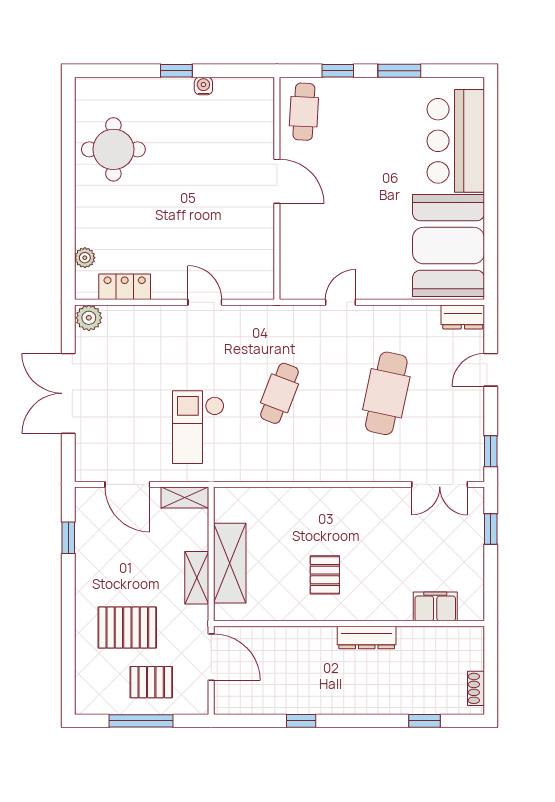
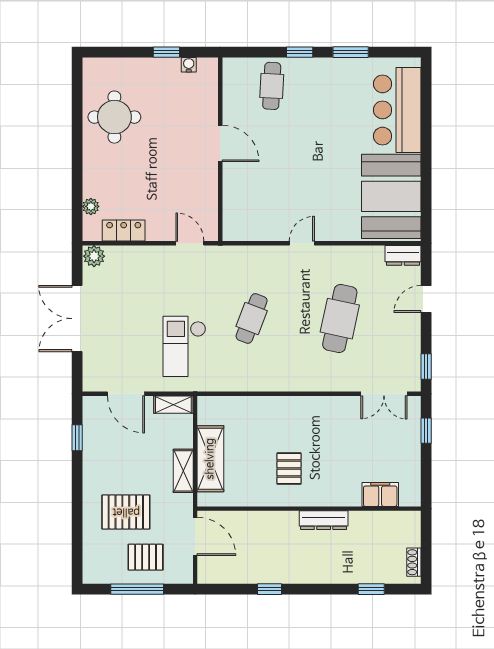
door: (277, 181) -> (220, 143), moved
wall: (277, 188) -> (220, 149), moved

